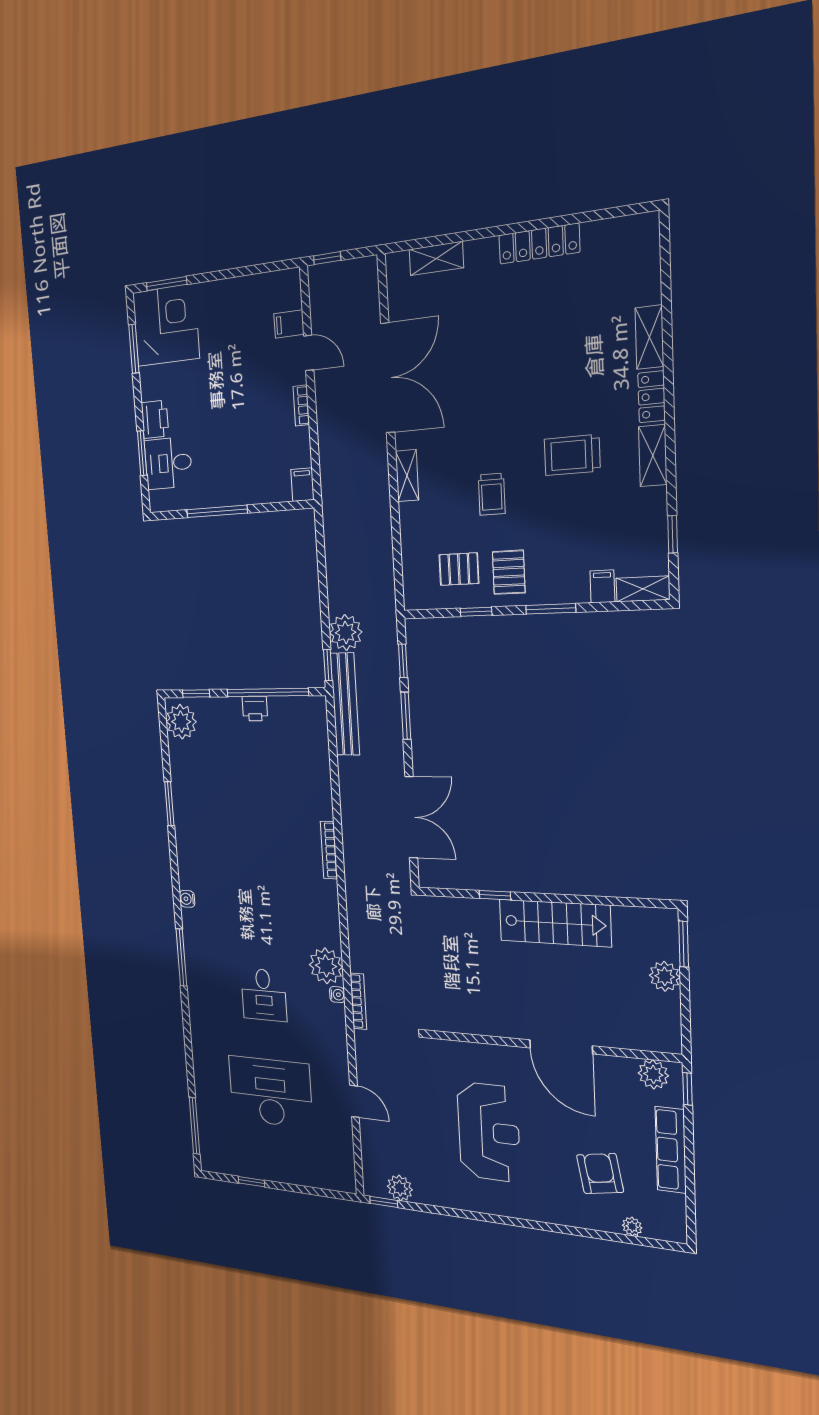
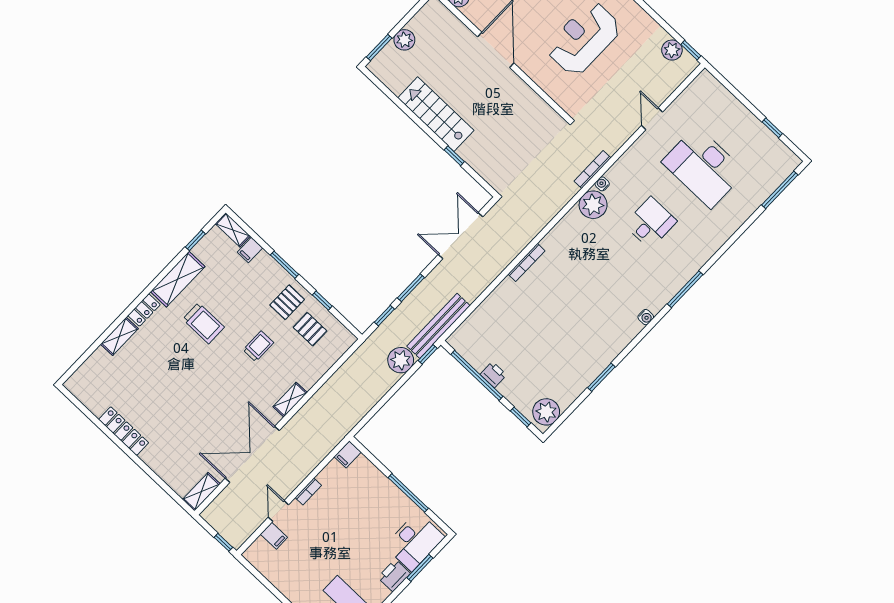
shelving: (436, 258) -> (201, 492), moved, turned 90
shelving: (653, 456) -> (178, 279), width x1.50, depth x1.33
desk: (168, 463) -> (415, 541), width x1.37

